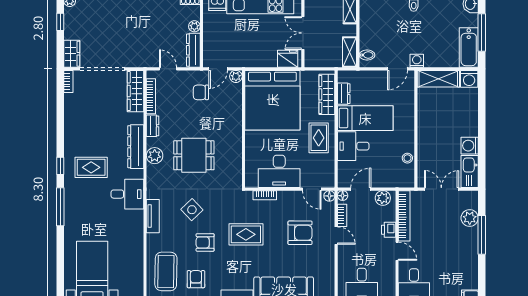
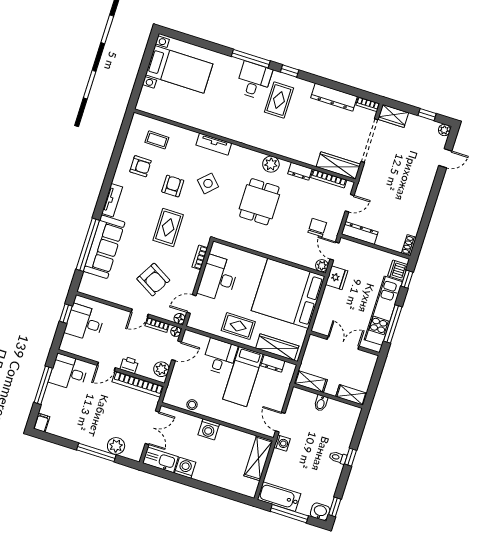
plant: (194, 26) -> (382, 241), removed
bidet: (367, 55) -> (321, 403), moved
fridge: (288, 59) -> (337, 278), moved
washing machine: (469, 79) -> (209, 429), moved, turned -90
dresser: (136, 147) -> (334, 97), moved, turned 180
door: (361, 189) -> (177, 351), hinge flipped
desk: (127, 194) -> (254, 80), moved, turned 180
armchair: (300, 233) -> (153, 280), turned -60
coffee table: (166, 271) -> (157, 140), width x0.54, depth x0.58

